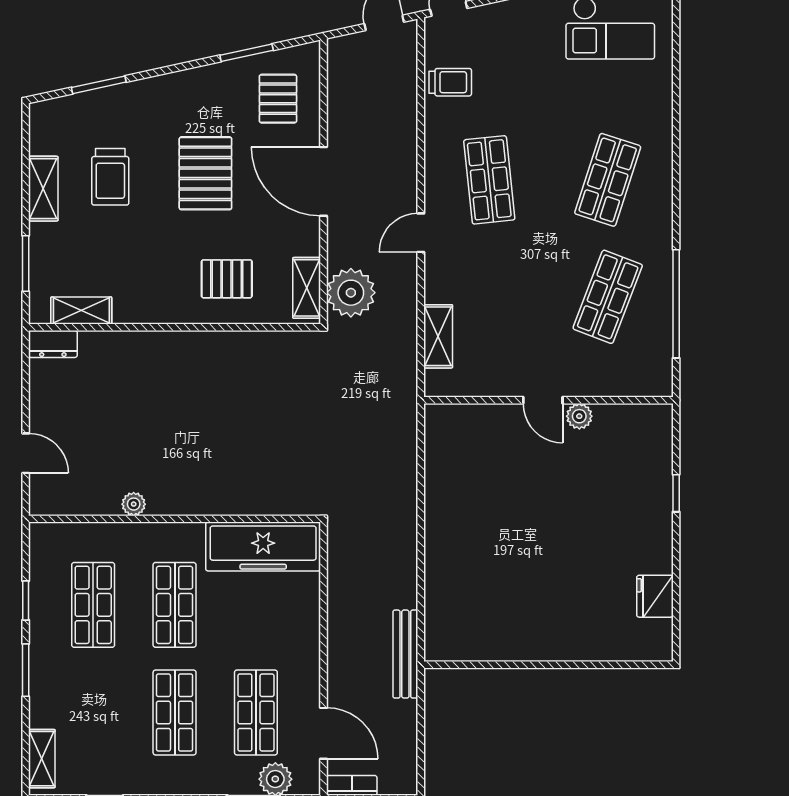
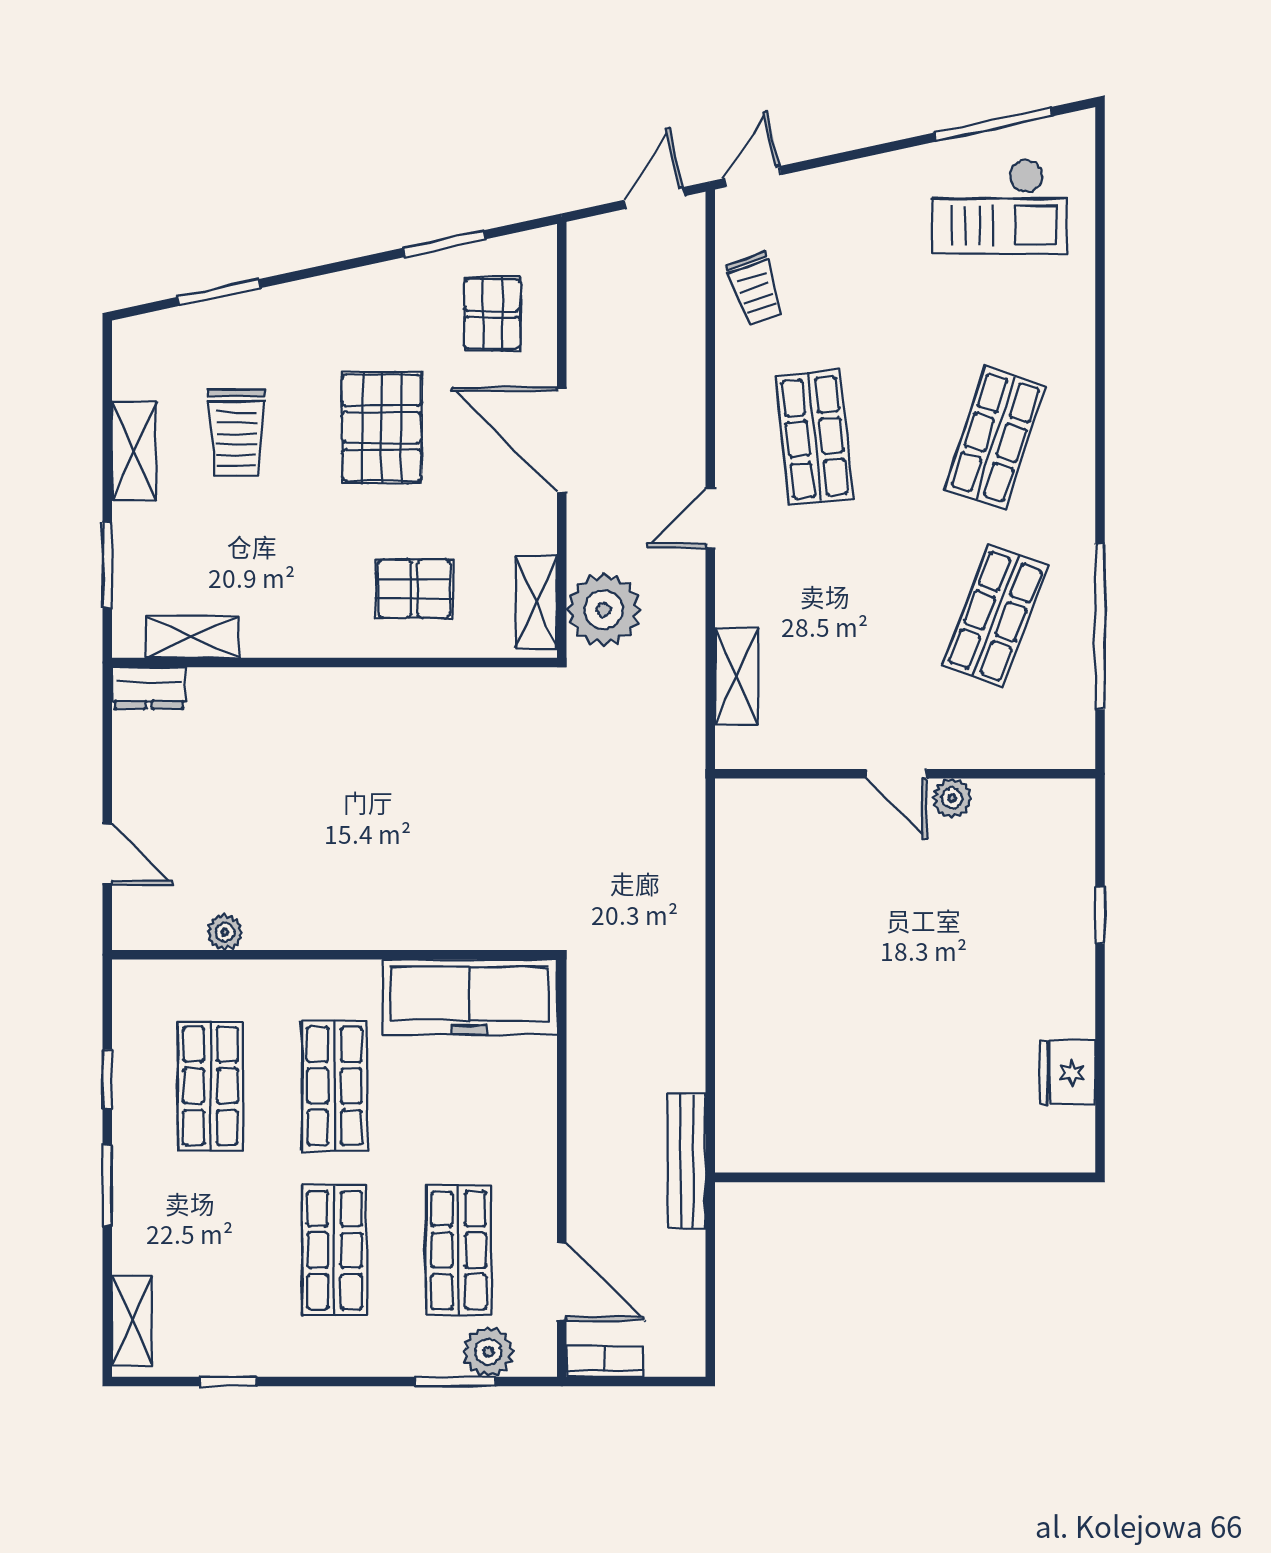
trolley: (450, 82) -> (755, 289), turned 71
plant: (134, 504) -> (225, 932), moved

